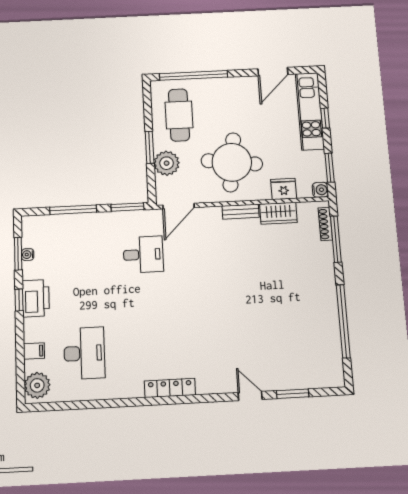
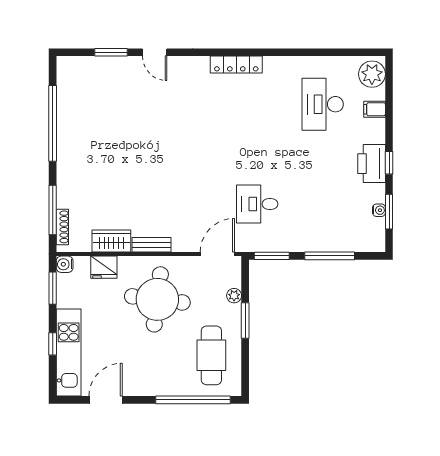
plant: (167, 163) -> (234, 296), width x0.53, depth x0.53

